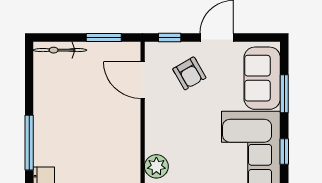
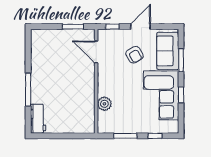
bicycle: (60, 50) -> (47, 34), removed
armchair: (189, 73) -> (134, 55), moved

